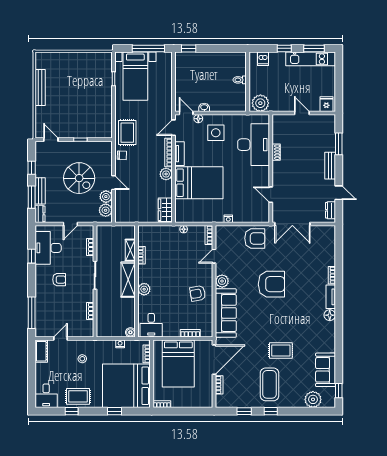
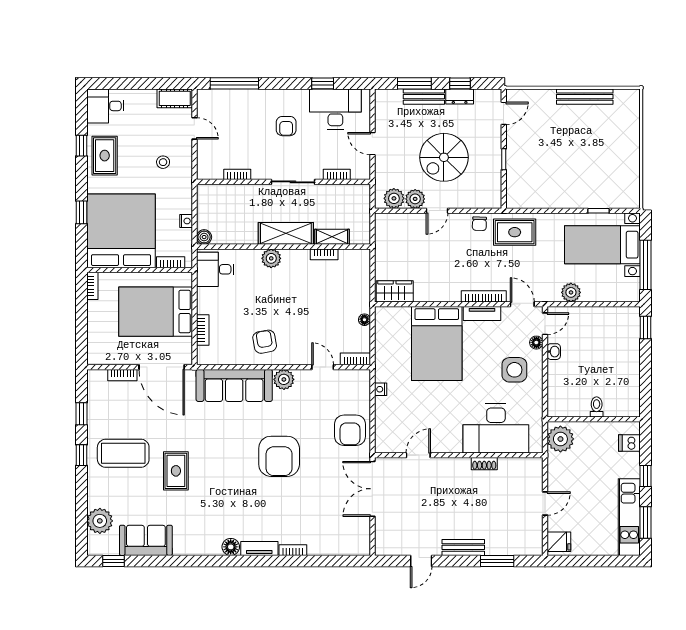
plant: (166, 174) -> (571, 292), moved
dresser: (330, 210) -> (394, 548), removed
dresser: (40, 214) -> (460, 96), moved

